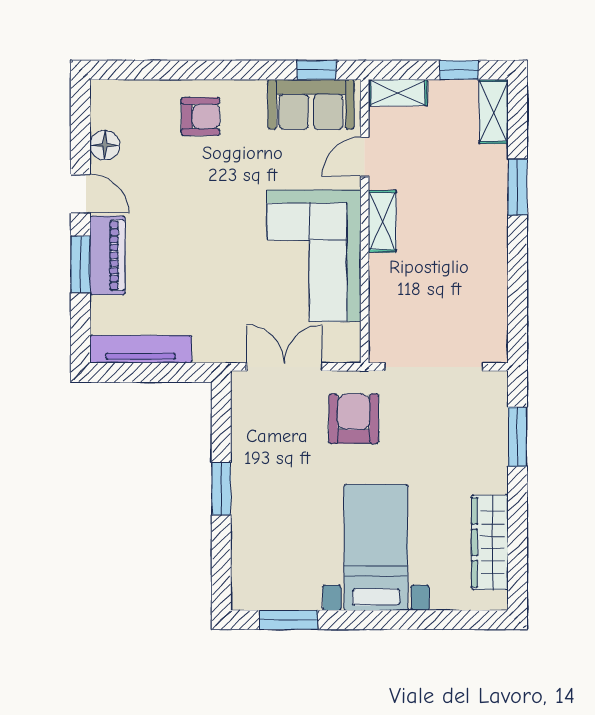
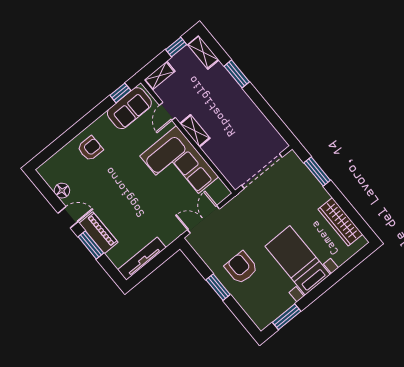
armchair: (354, 419) -> (241, 268), moved

